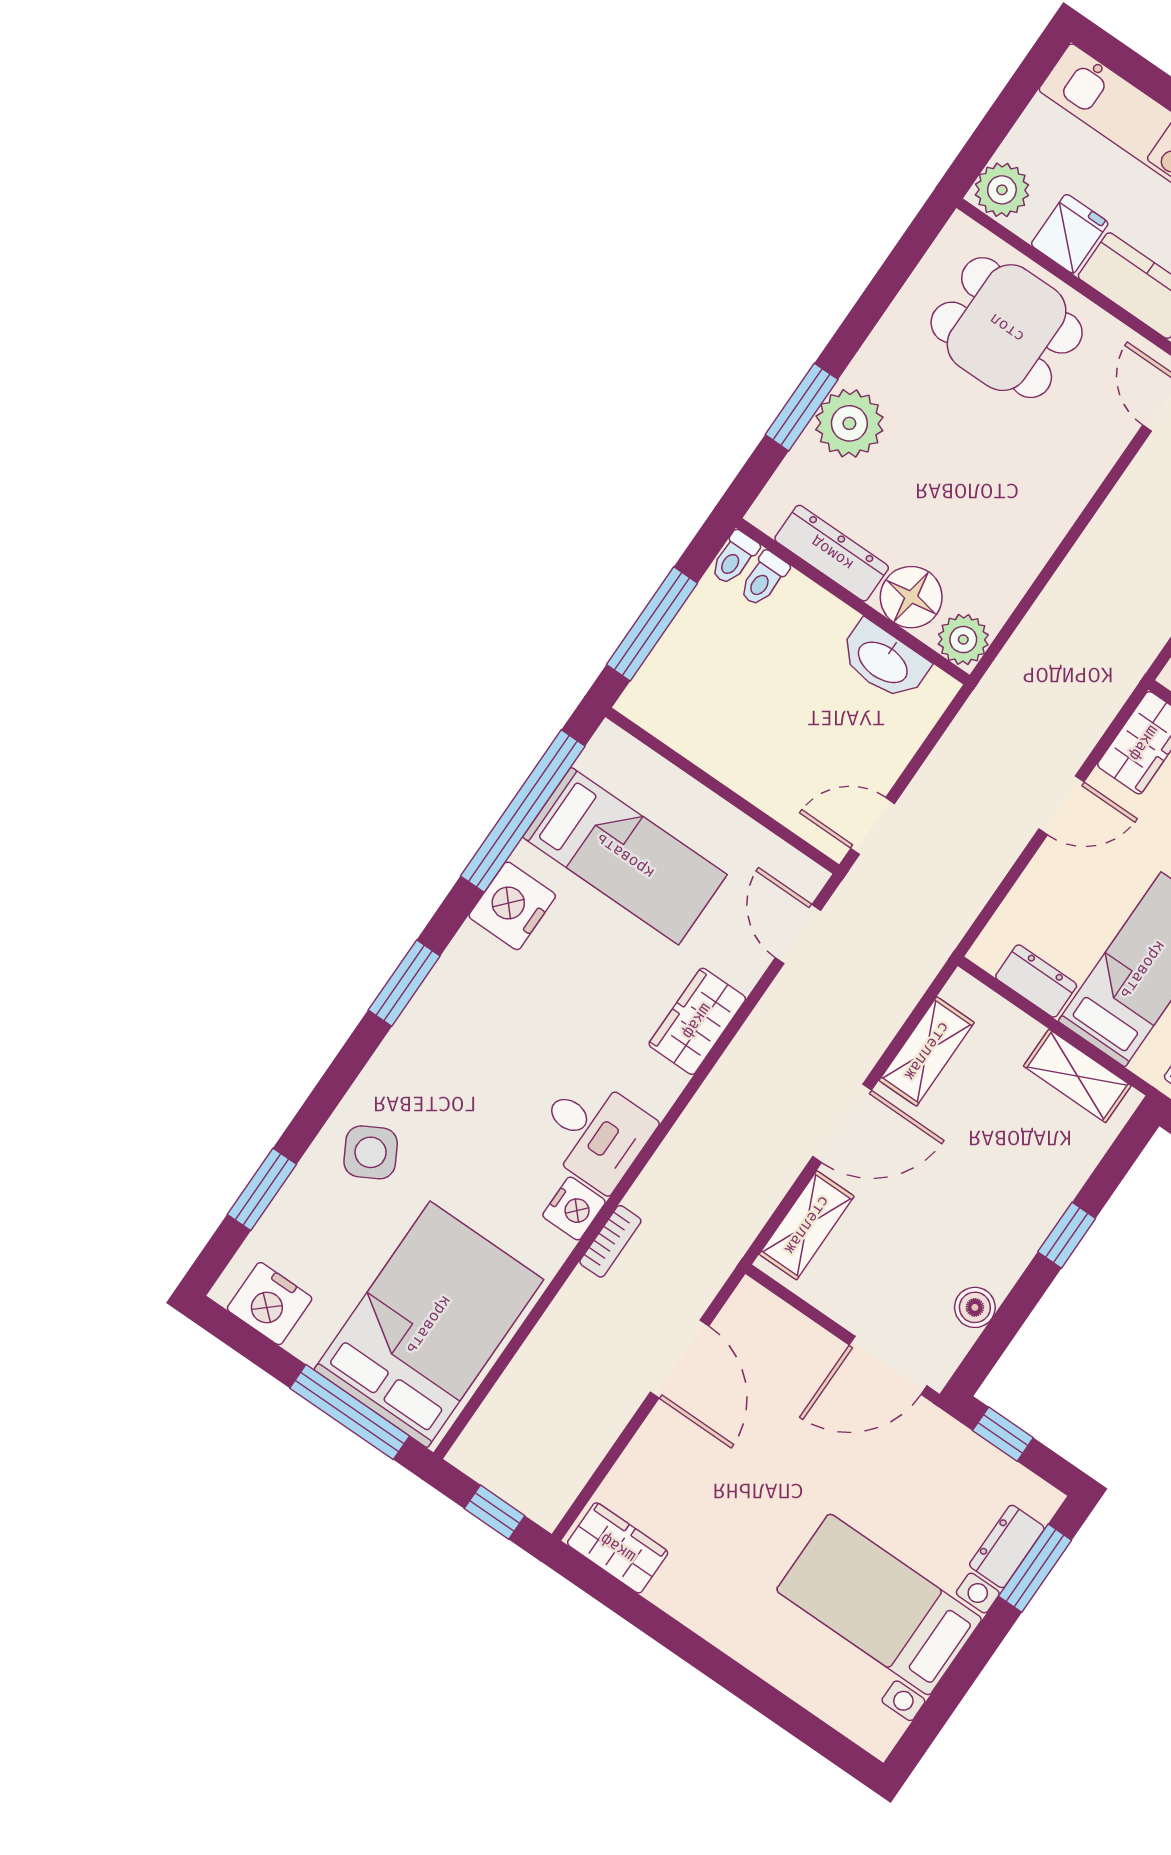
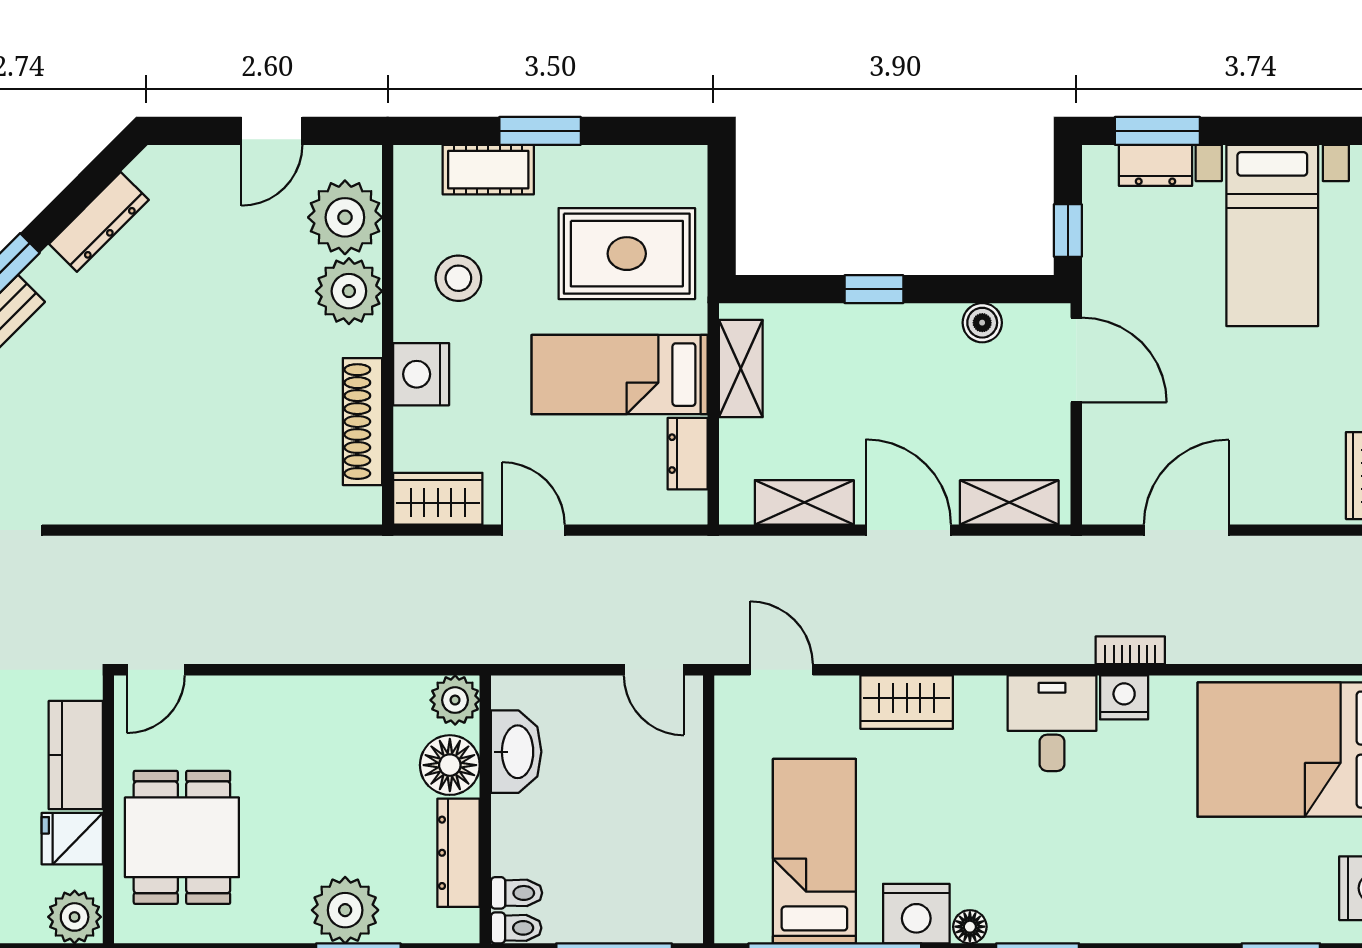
door: (798, 934) -> (781, 670), swing flipped
floor lamp: (470, 944) -> (970, 927), added
side table: (371, 1152) -> (1191, 891), removed

